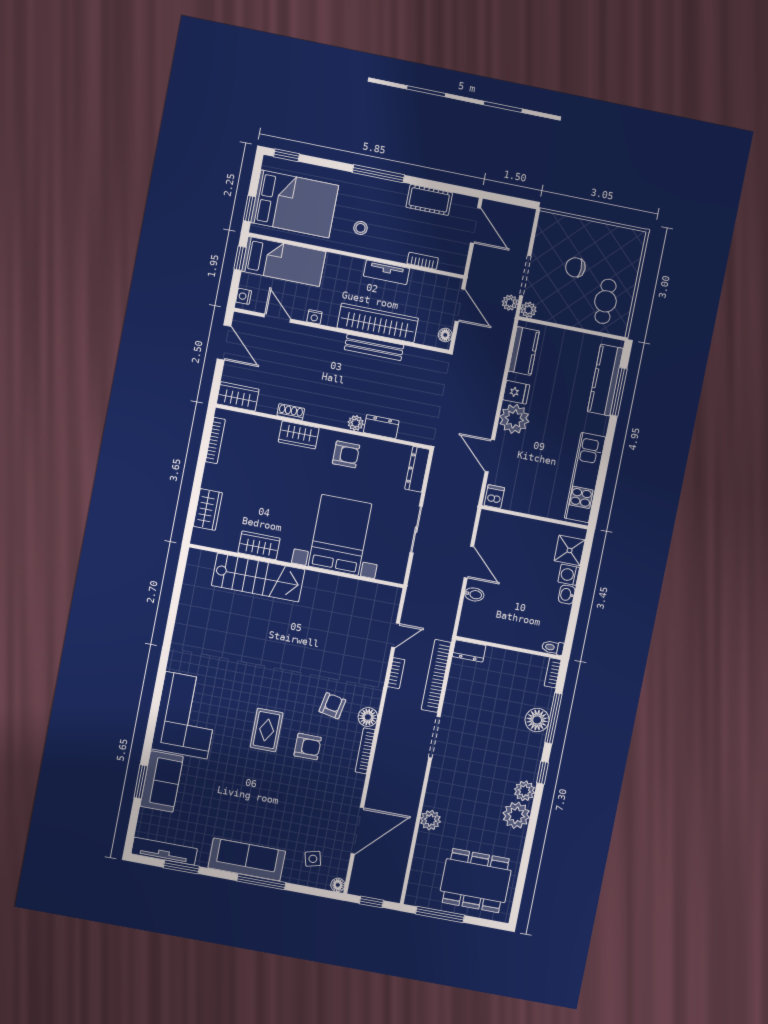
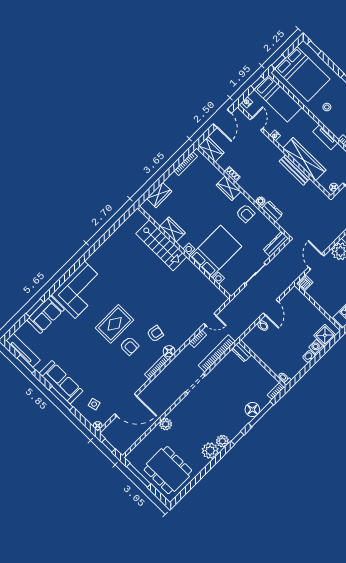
rug: (267, 730) -> (115, 324), width x1.36, depth x1.43

